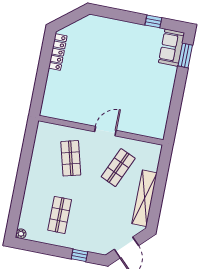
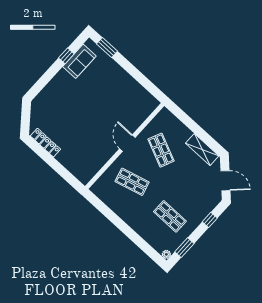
sofa: (172, 48) -> (79, 61), moved, turned -90
shelving: (145, 198) -> (202, 150), width x0.68
window: (38, 247) -> (184, 248), added

